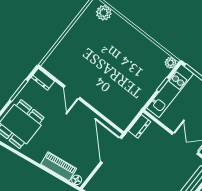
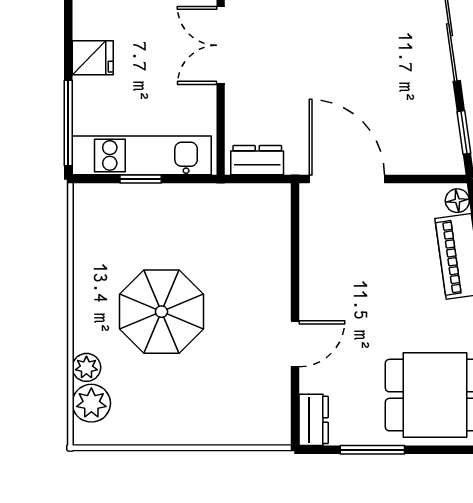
parasol: (115, 58) -> (161, 312), added
plant: (171, 63) -> (86, 367), moved
door: (111, 150) -> (347, 179), swing flipped

